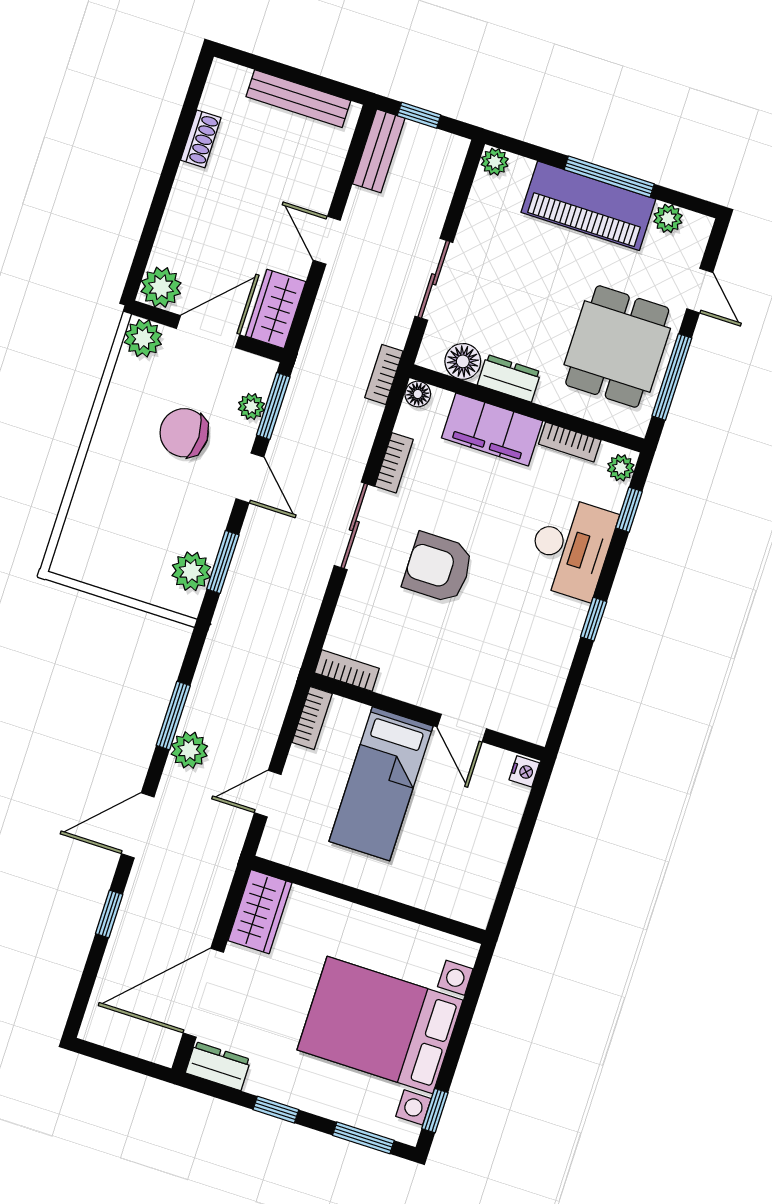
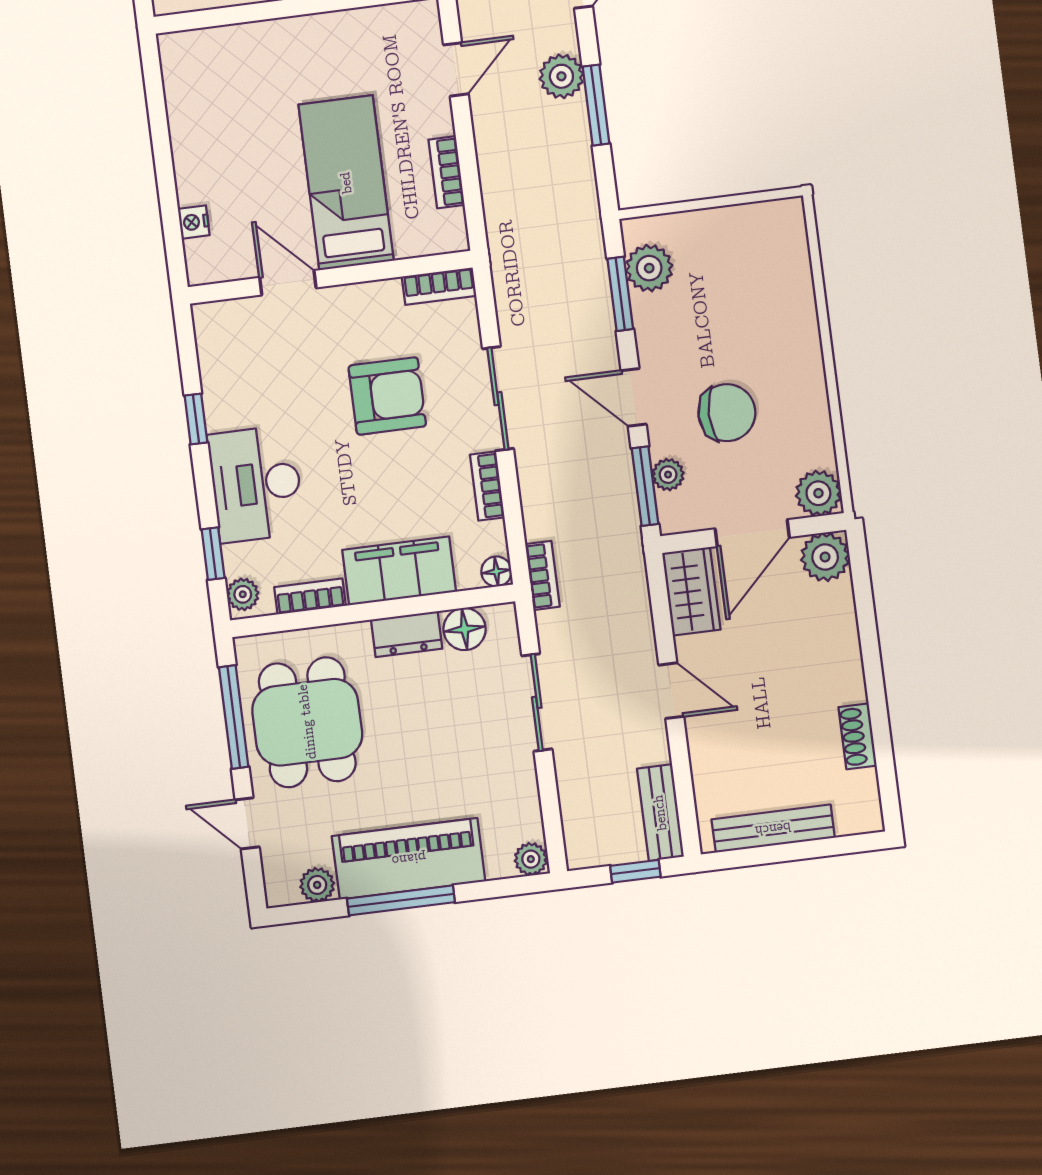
bookcase: (347, 671) -> (439, 286), moved
wall: (427, 717) -> (330, 277), moved
door: (462, 728) -> (288, 283), moved
bed: (381, 784) -> (346, 183), moved

